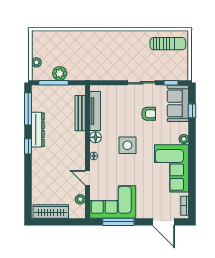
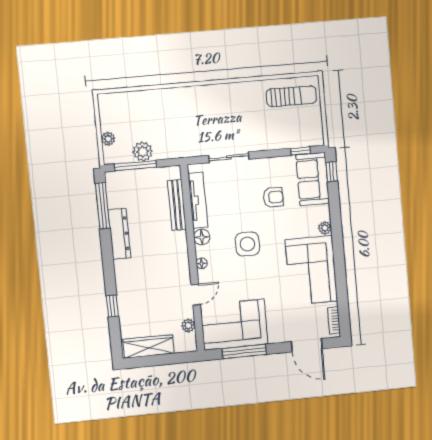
sliding door: (141, 83) -> (229, 157), moved
window: (192, 111) -> (332, 172), moved
window: (28, 146) -> (112, 306), moved
door: (87, 178) -> (196, 295), swing flipped

